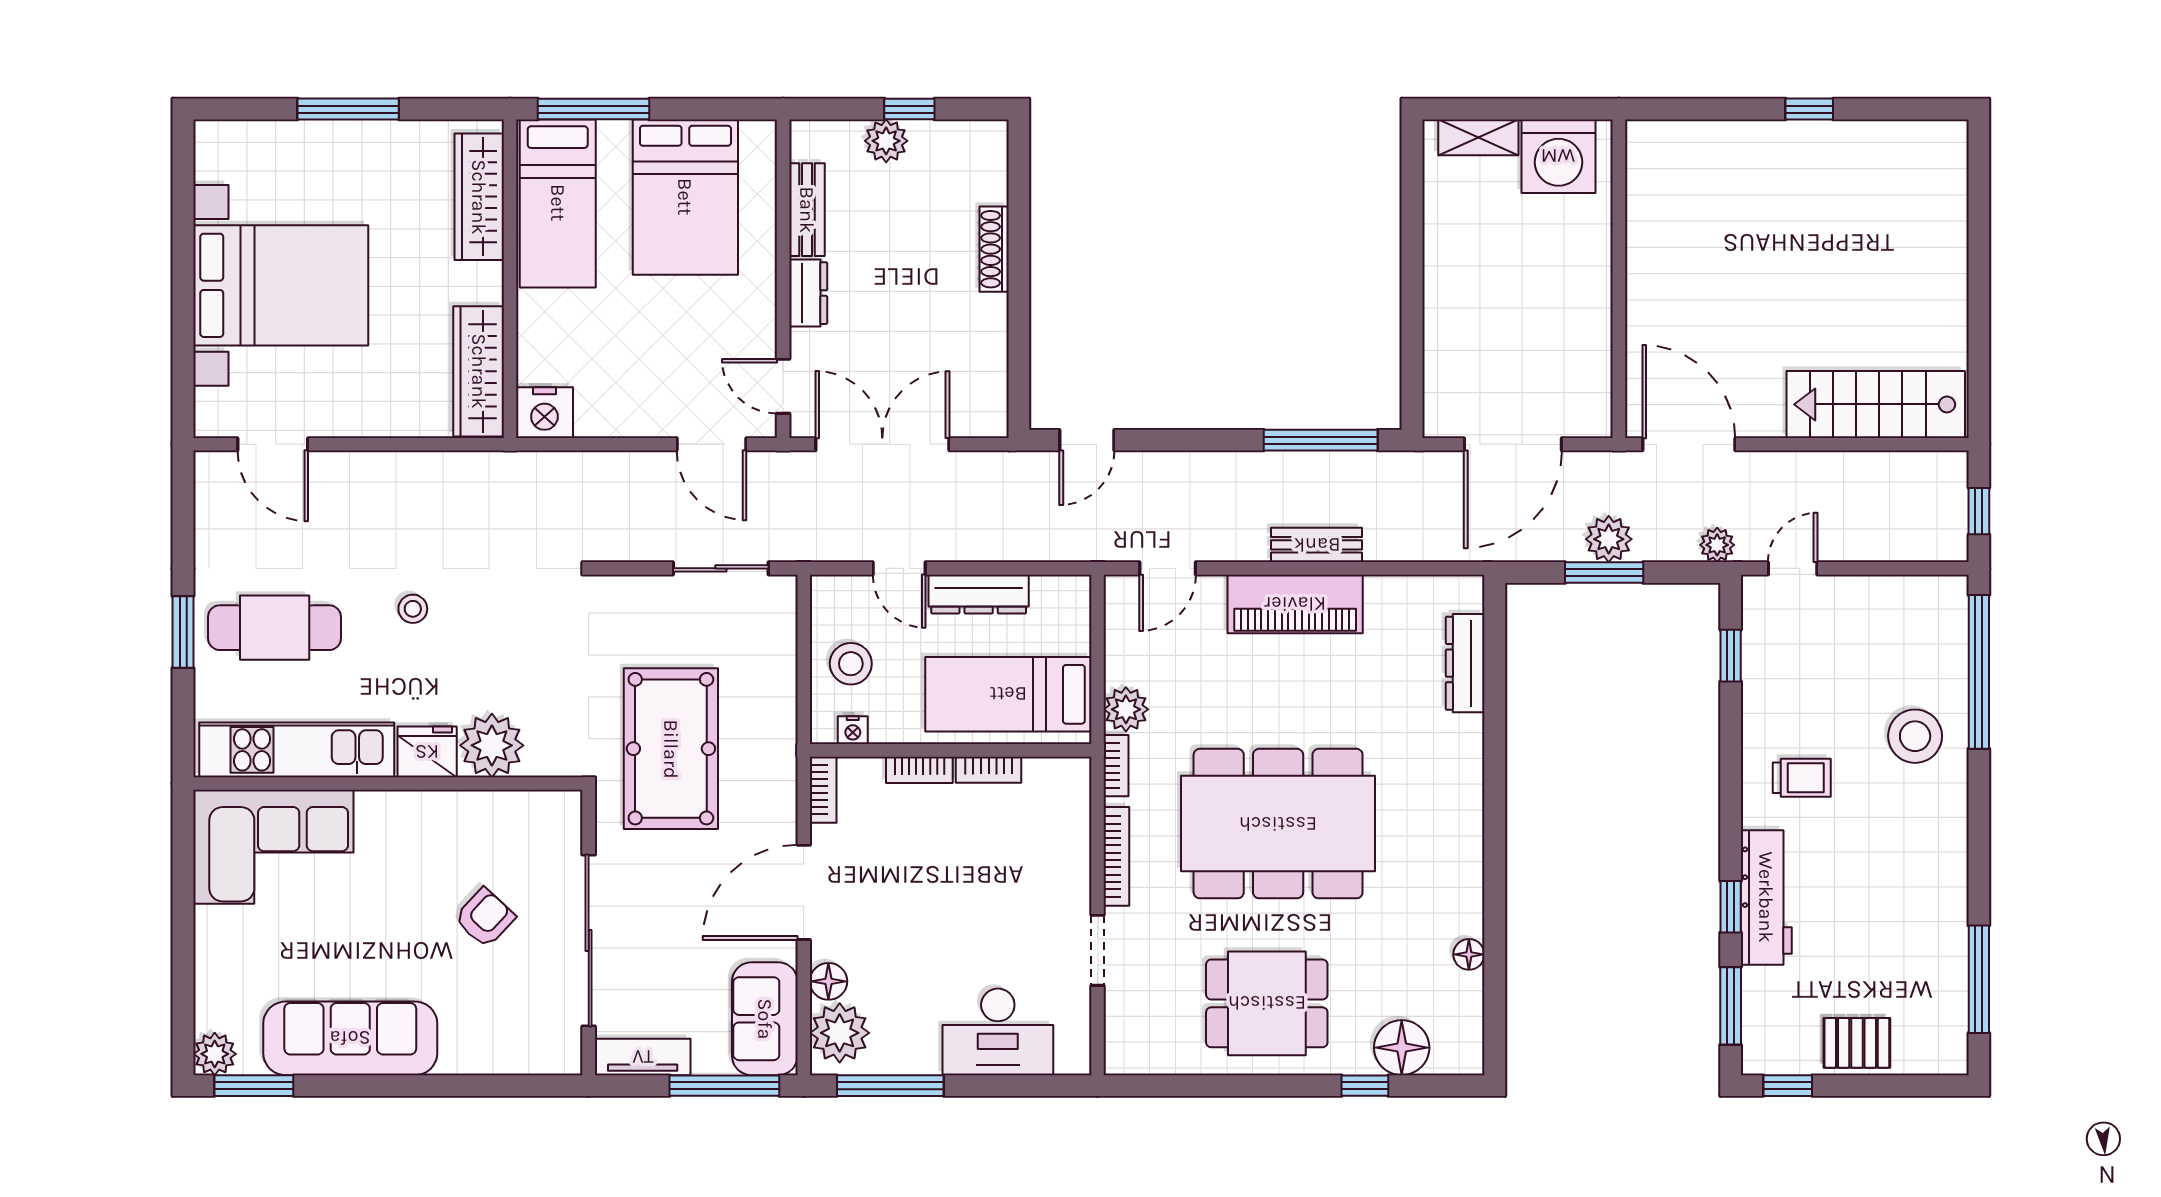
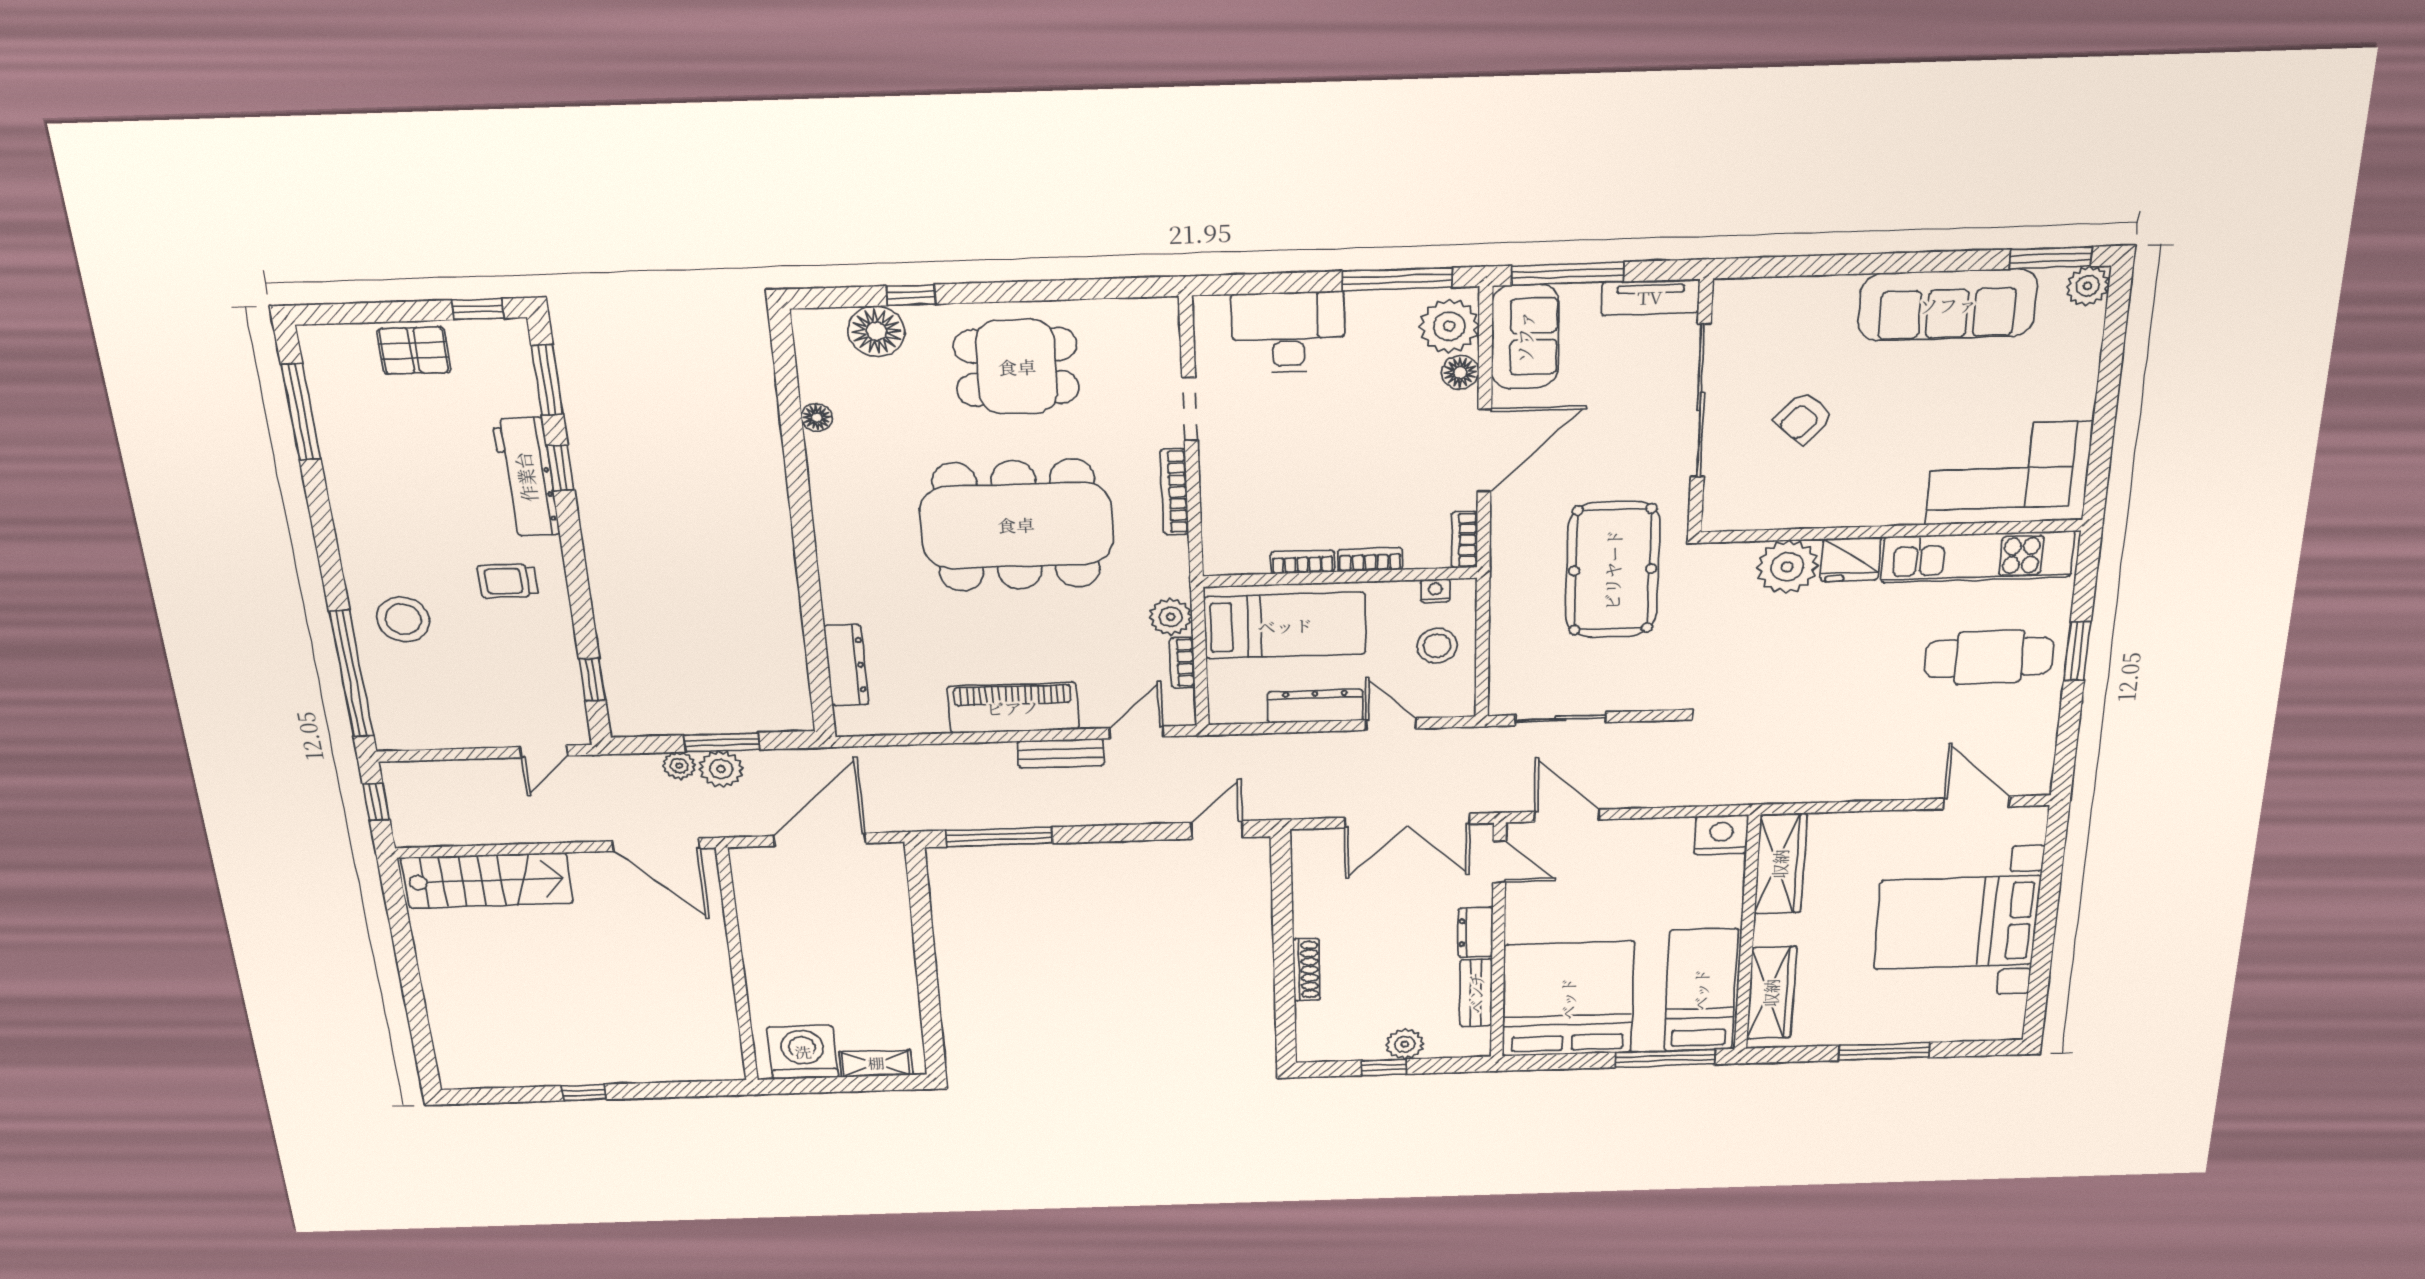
bed: (685, 197) -> (1568, 999), width x1.36
bench: (1317, 545) -> (1061, 753), moved
plant: (1717, 545) -> (679, 766), moved
stool: (413, 609) -> (1855, 677), removed
bookcase: (1116, 766) -> (1182, 663), moved

